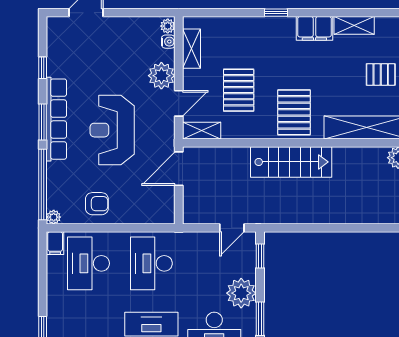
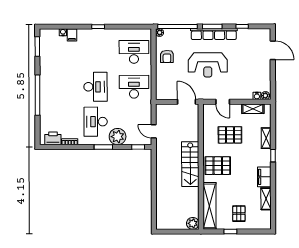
plant: (161, 76) -> (238, 92), removed
reception desk: (112, 130) -> (208, 65), turned 180
shelving: (202, 131) -> (266, 138), moved
filing cabinet: (55, 243) -> (145, 33), removed

